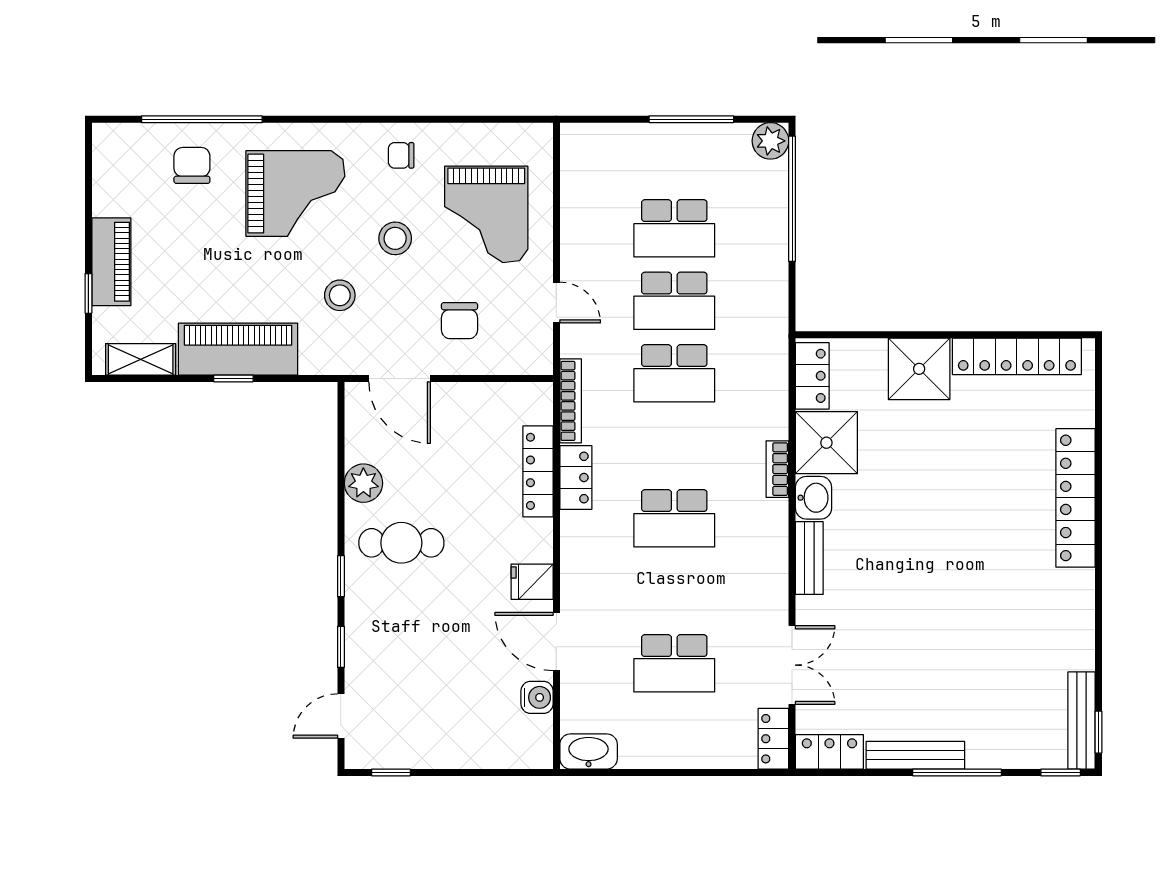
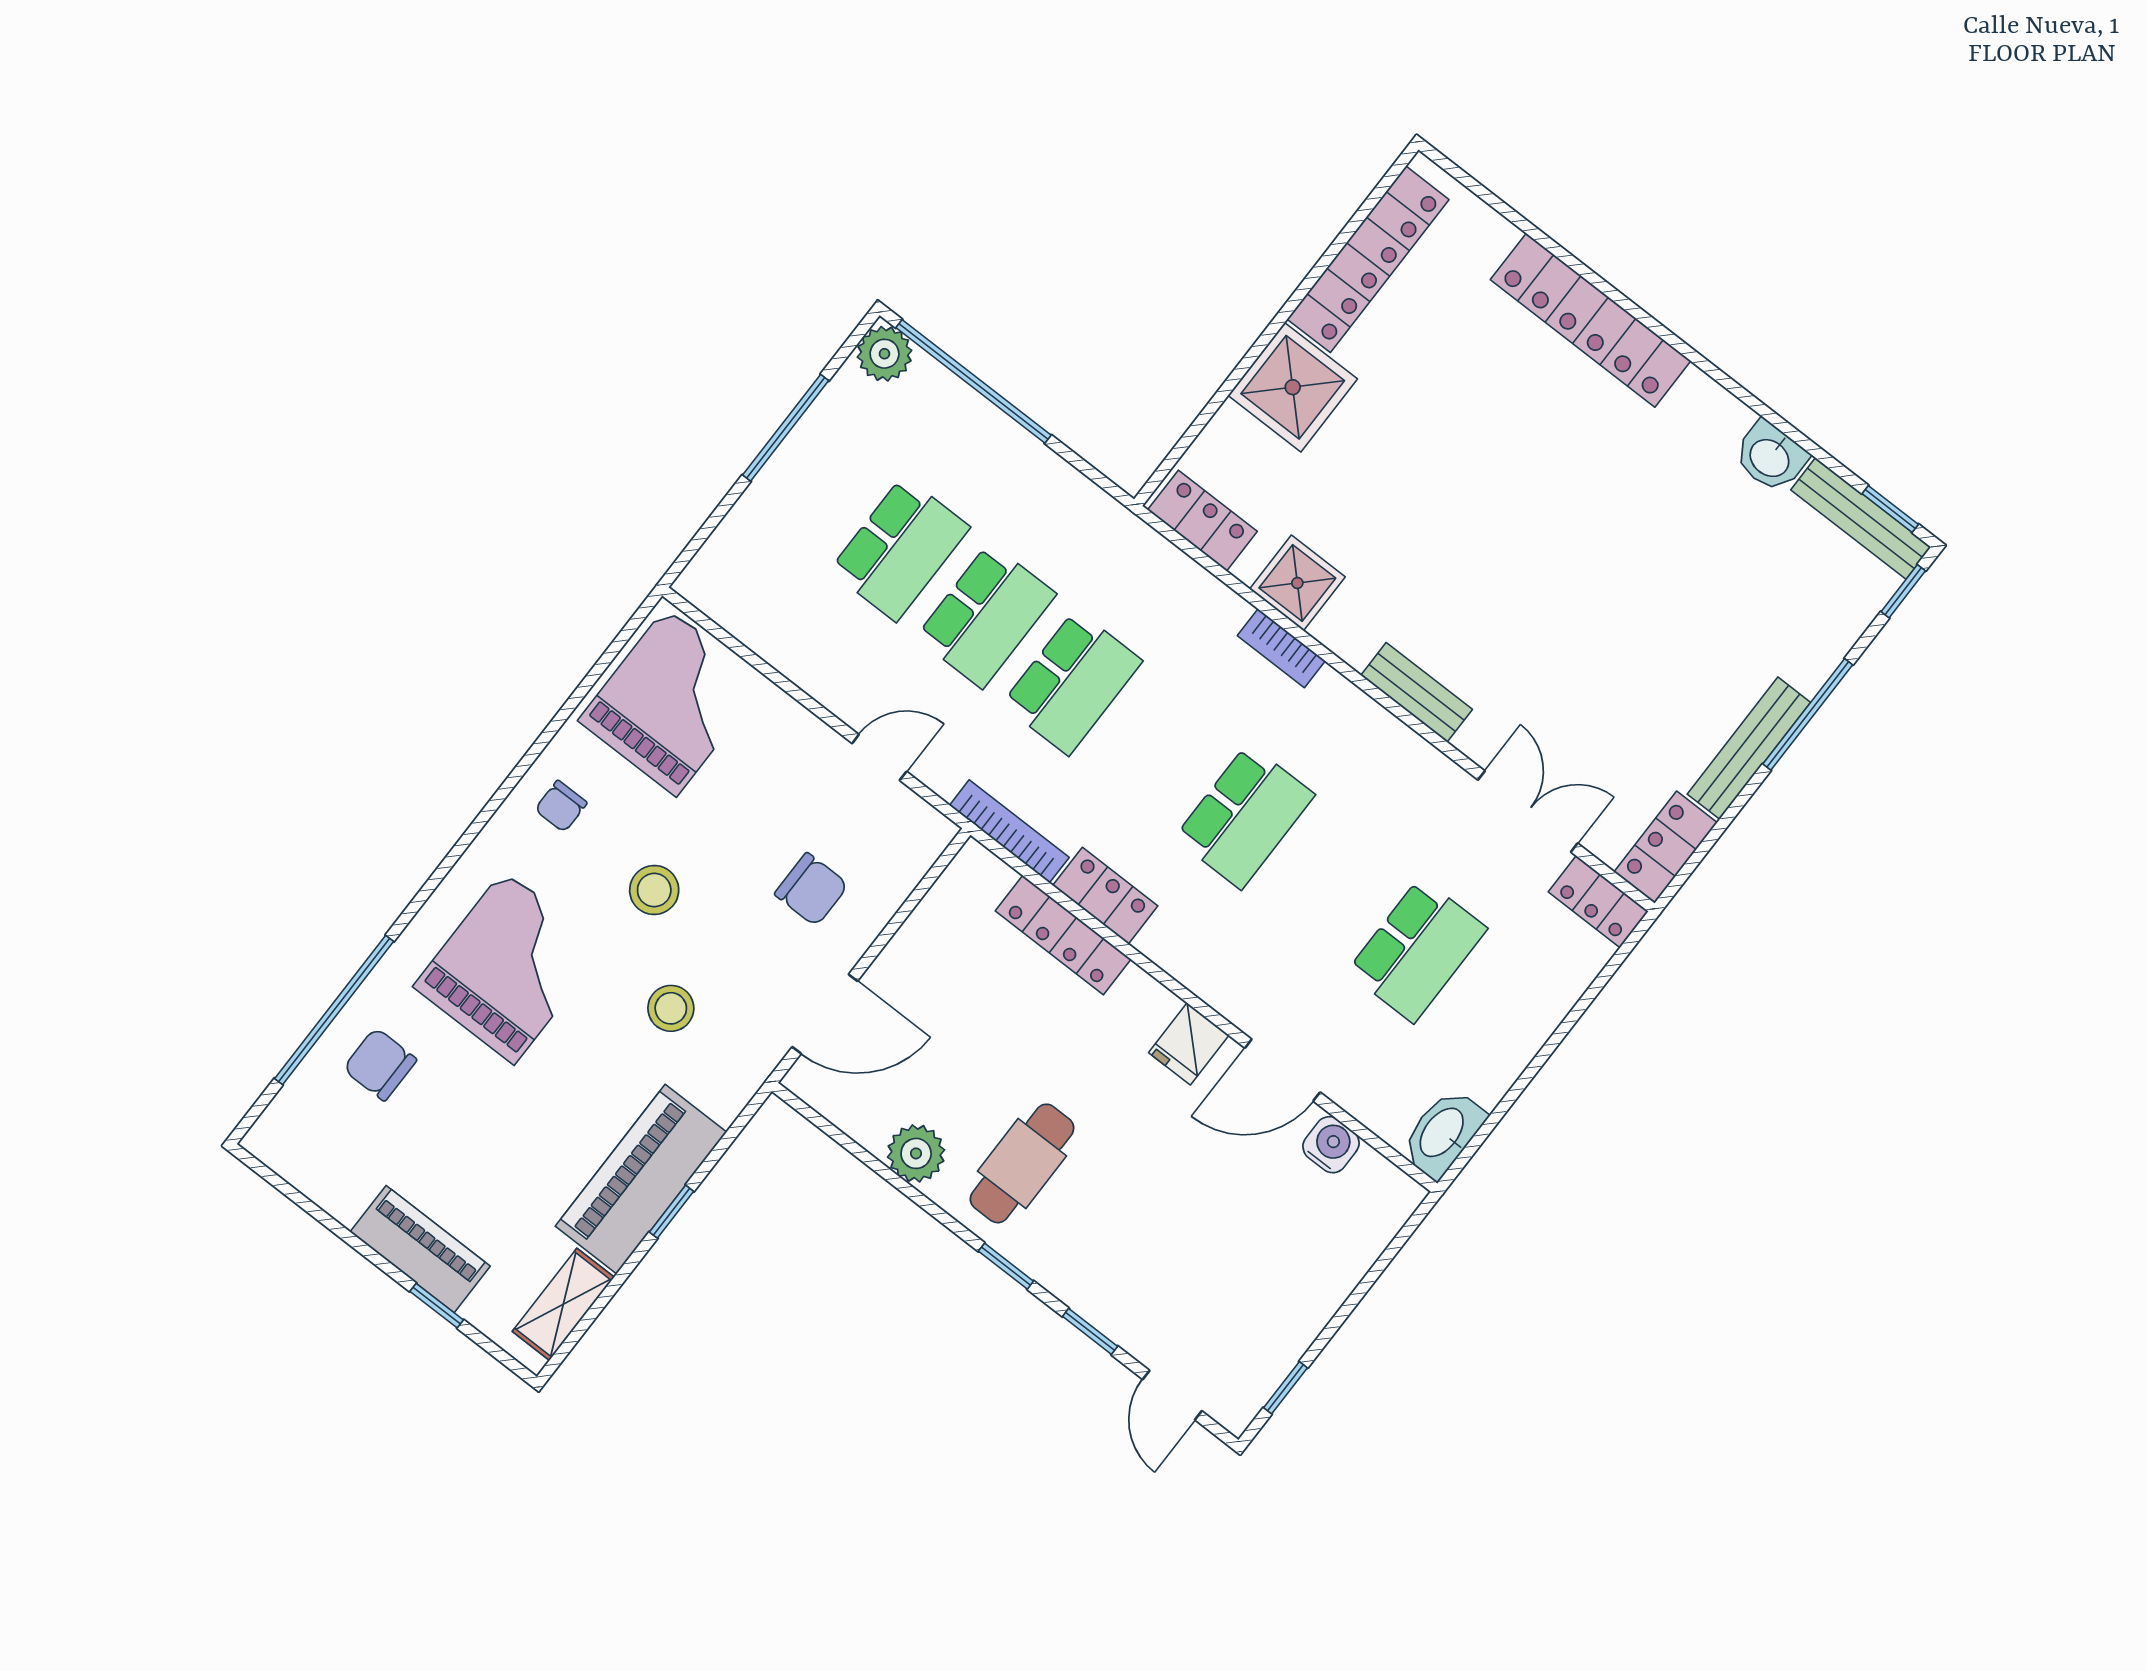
grand piano: (486, 214) -> (671, 702), moved, turned -90
shower: (826, 443) -> (1297, 583), width x0.73, depth x0.73
washbasin: (814, 498) -> (1770, 457), moved, turned 180

